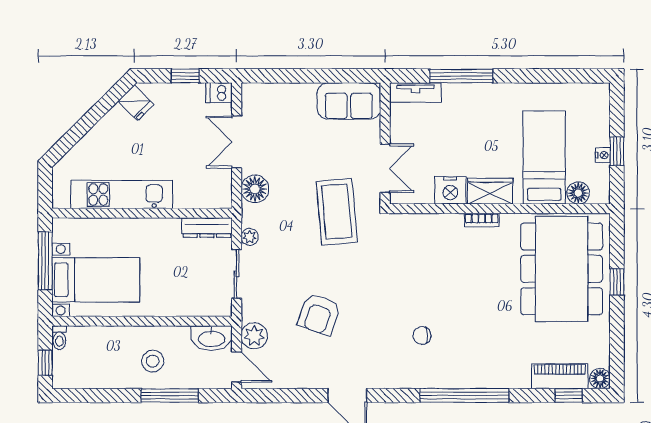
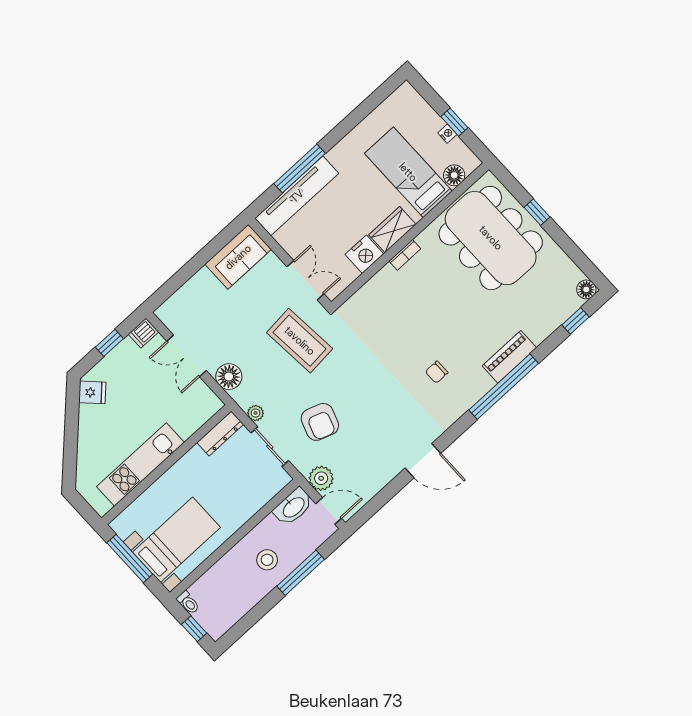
tv unit: (415, 93) -> (297, 196), width x1.92, depth x1.29
armchair: (319, 314) -> (320, 422), moved
piano: (560, 376) -> (509, 357), moved

